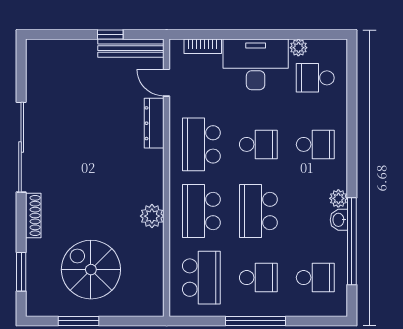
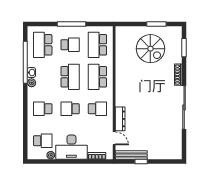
school desk: (201, 144) -> (97, 109), width x0.54
school desk: (201, 211) -> (97, 77), turned 180
plant: (152, 216) -> (121, 74), removed
school desk: (258, 278) -> (70, 45), turned 180
school desk: (315, 278) -> (43, 45), width x1.85

